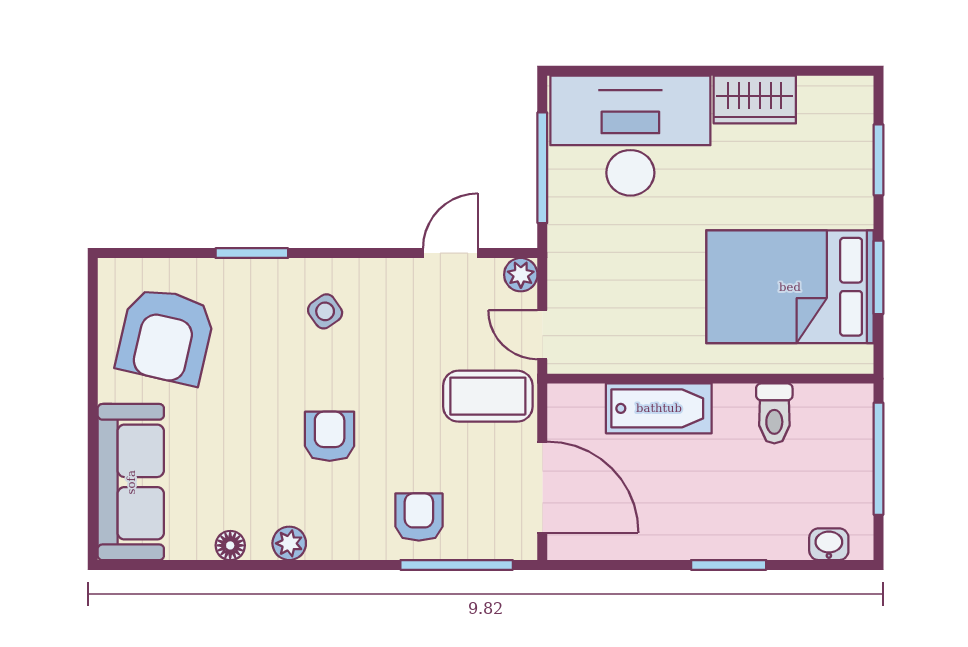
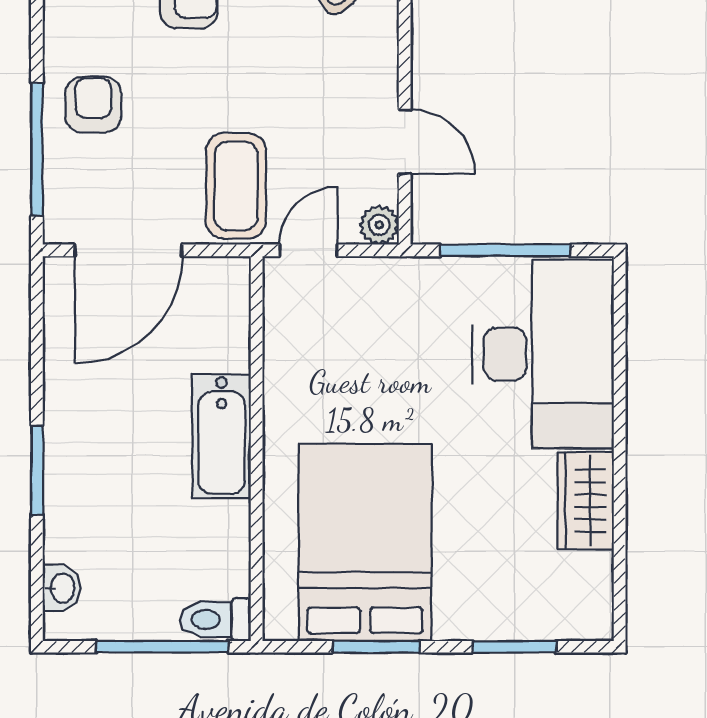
bathtub: (659, 408) -> (222, 436), moved
toilet: (774, 413) -> (216, 620), moved
armchair: (419, 517) -> (93, 105), turned -90

